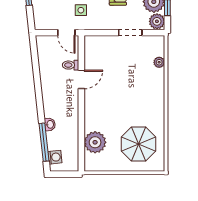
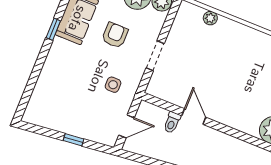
door: (66, 33) -> (127, 126), moved
doorway: (130, 33) -> (155, 56), moved

